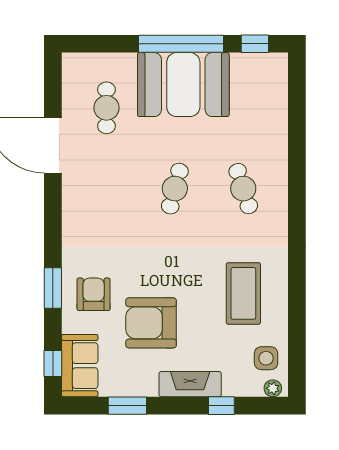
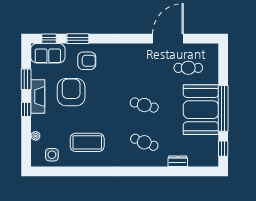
dresser: (278, 127) -> (178, 161), added
cafe table: (243, 189) -> (144, 142), turned 39
window: (53, 288) -> (78, 39), moved
fireplace: (190, 384) -> (38, 97), moved
plant: (273, 388) -> (36, 136), moved
window: (221, 406) -> (26, 109), moved

